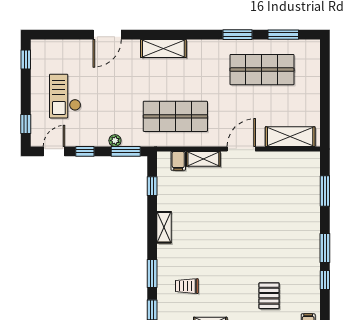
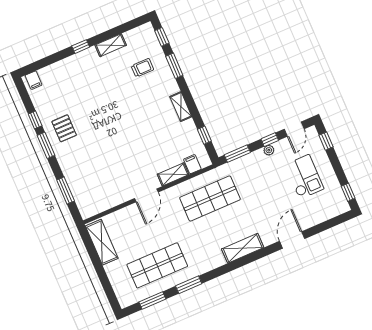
shelving: (290, 137) -> (102, 242), moved, turned 90
plant: (115, 141) -> (269, 150), moved
pallet: (269, 296) -> (64, 128), moved

